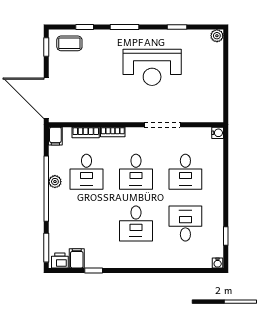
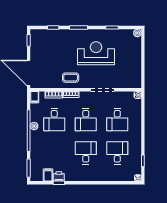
coffee table: (69, 43) -> (71, 78), moved
reception desk: (152, 67) -> (96, 53), turned 180
desk: (136, 223) -> (86, 153), turned 180
printer: (60, 261) -> (59, 176), moved

